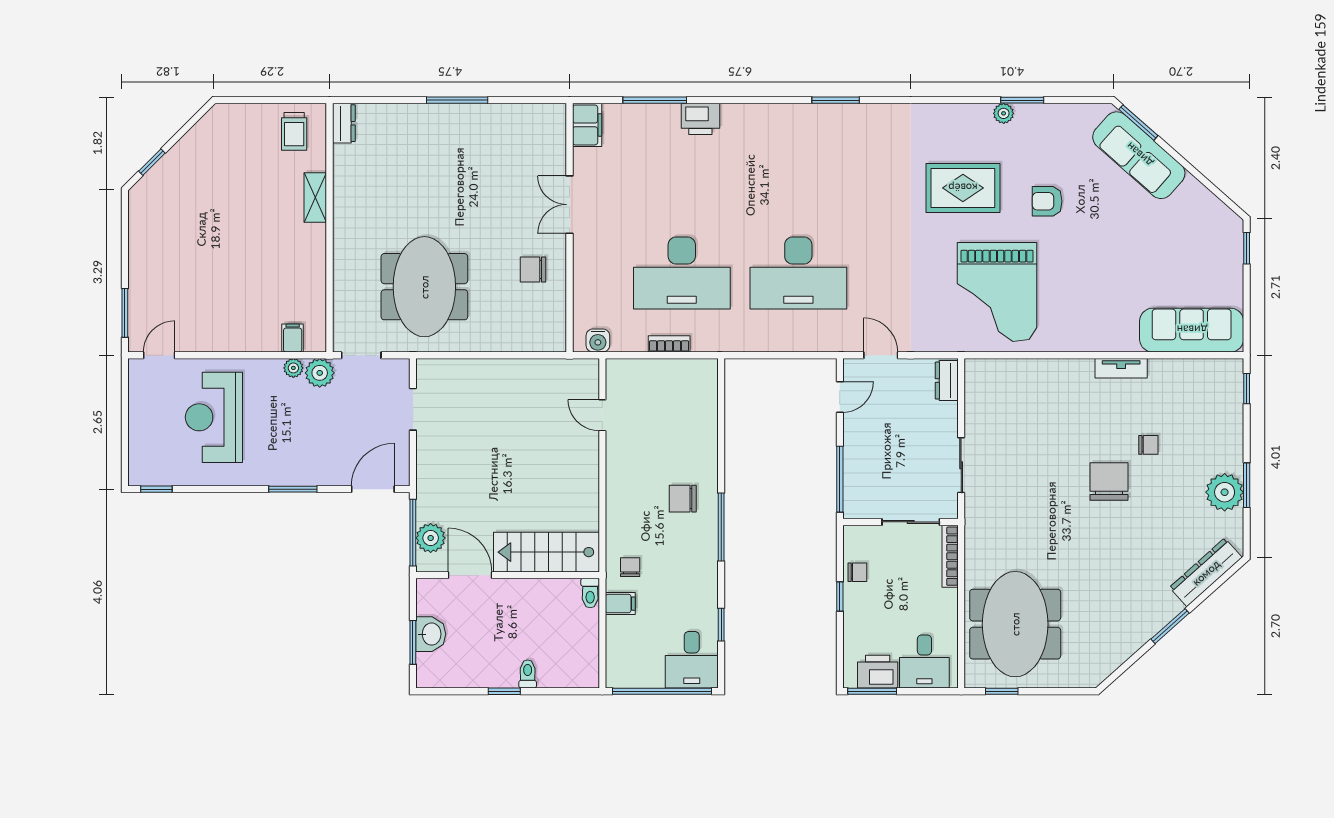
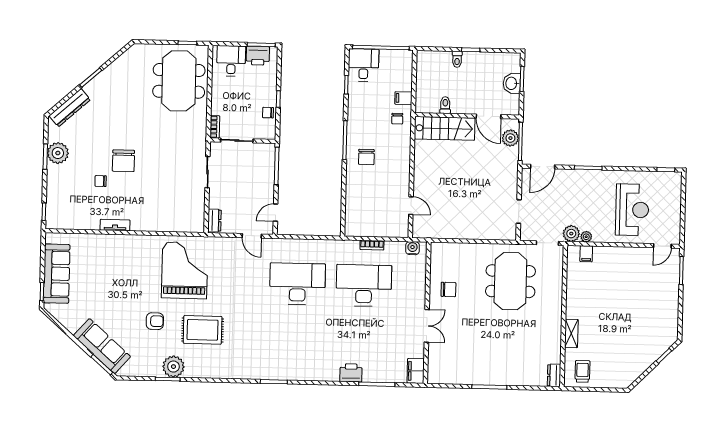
plant: (1004, 113) -> (173, 367), width x1.87, depth x1.87
sofa: (1192, 330) -> (57, 274), moved, turned -90
chair: (683, 499) -> (366, 157), turned 90
bookcase: (950, 556) -> (215, 127), width x0.64
toilet: (590, 593) -> (445, 105), moved

